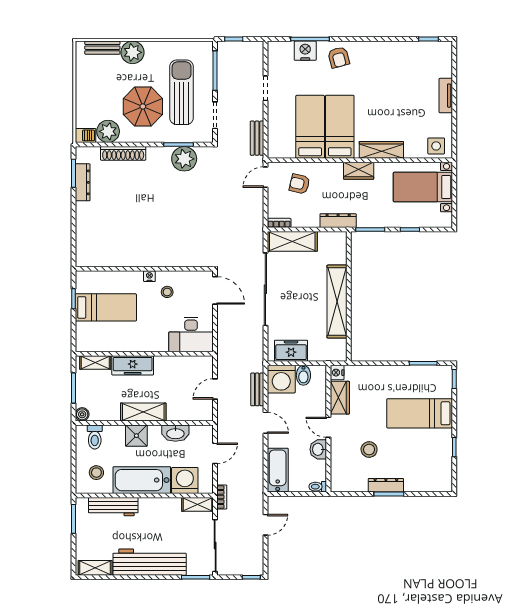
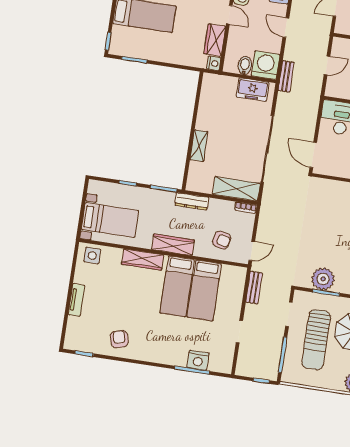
armchair: (339, 57) -> (119, 339), moved
wardrobe: (359, 171) -> (173, 245), width x1.50
shelving: (337, 302) -> (199, 146), width x0.45, depth x0.75
bench: (257, 389) -> (286, 76), moved

